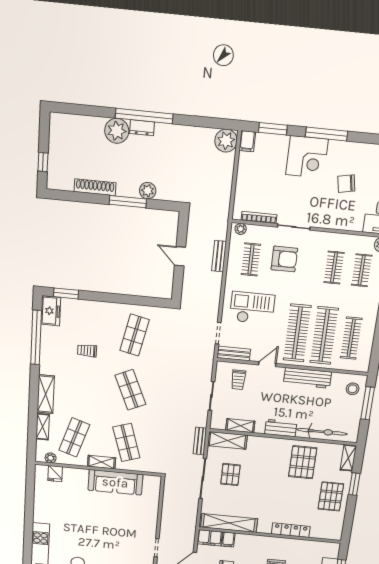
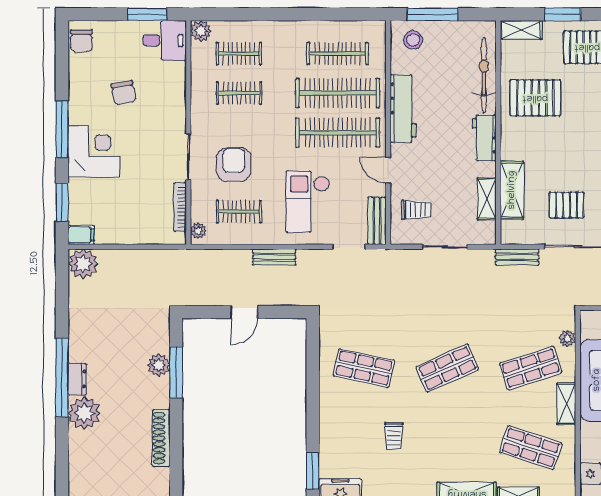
window: (128, 202) -> (176, 372), moved
bench: (219, 256) -> (274, 257), moved
shelving: (227, 440) -> (512, 190), moved
plant: (51, 458) -> (567, 338), moved

